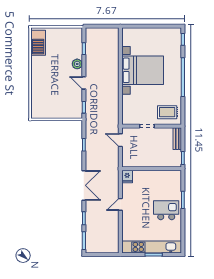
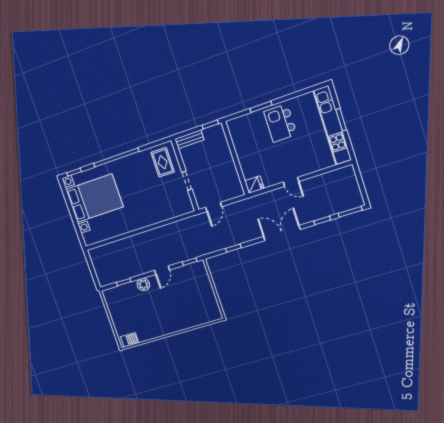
barbecue: (38, 43) -> (130, 340), width x0.53, depth x0.65
bed with nightstands: (143, 70) -> (94, 198), moved, turned 90

